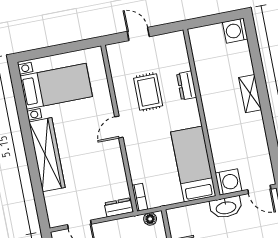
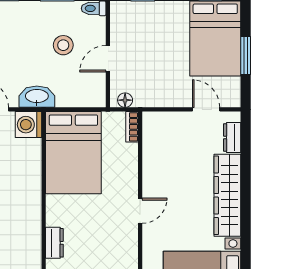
rug: (148, 92) -> (99, 244), removed
bed: (193, 164) -> (73, 153), width x1.50
dresser: (119, 207) -> (232, 138), moved, turned 90

